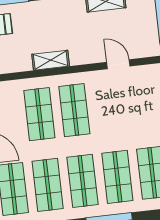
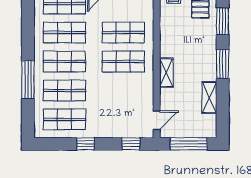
shelving: (51, 60) -> (166, 73), moved
door: (118, 64) -> (157, 120), moved

